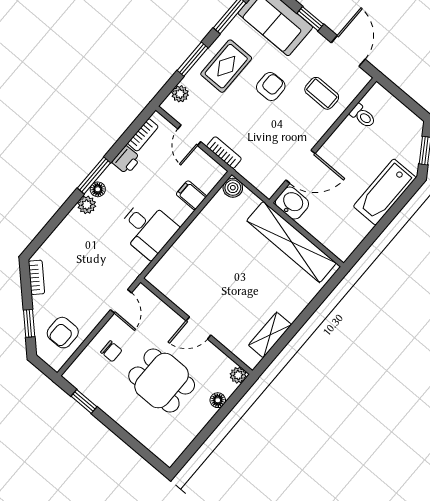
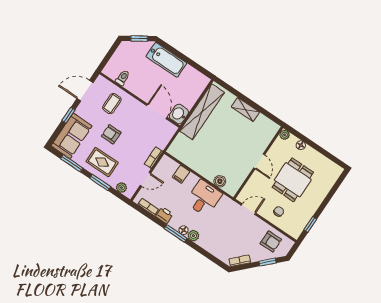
boiler: (233, 188) -> (220, 181), moved
shelving: (270, 335) -> (245, 110), moved

